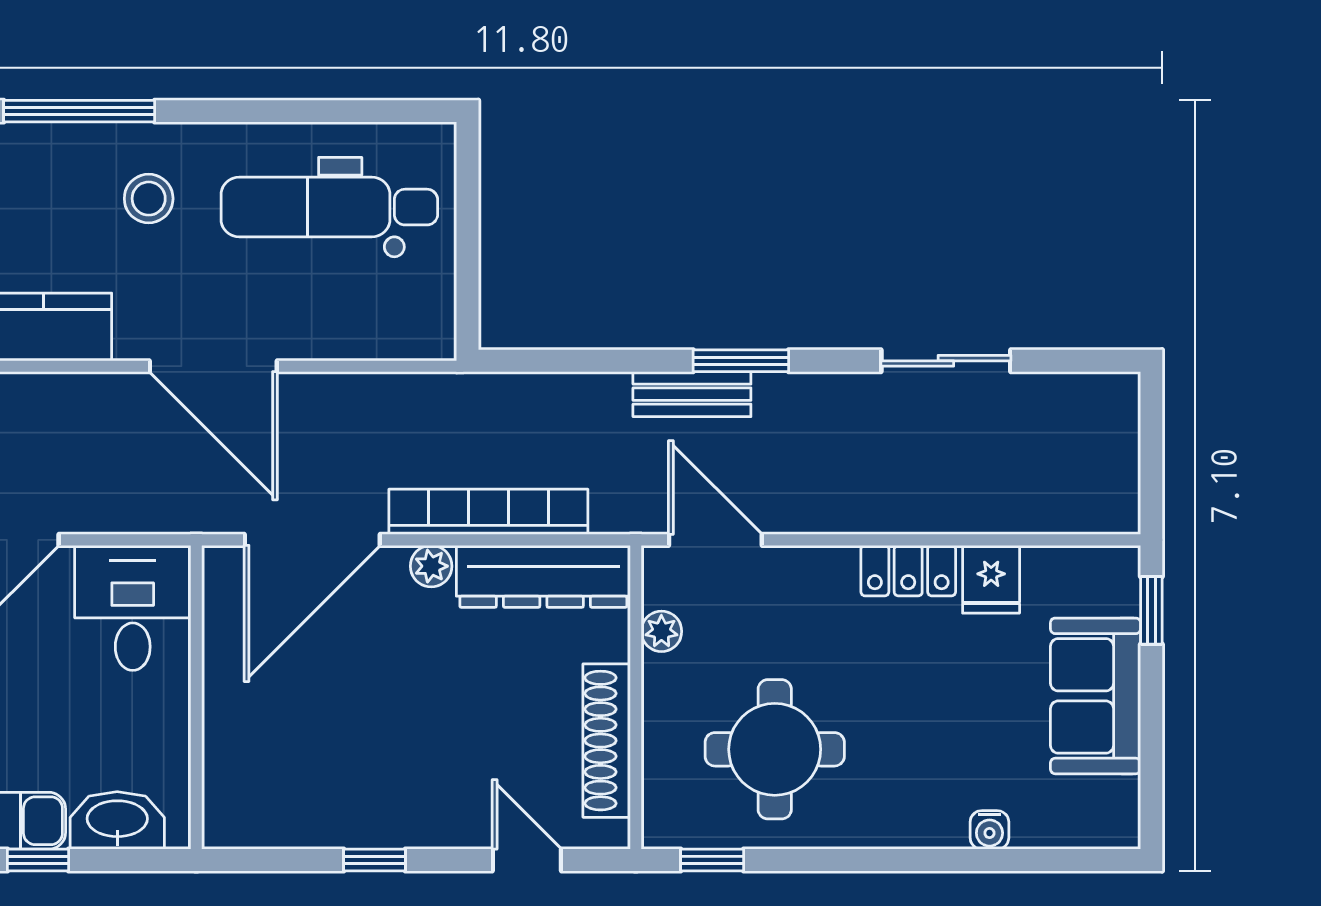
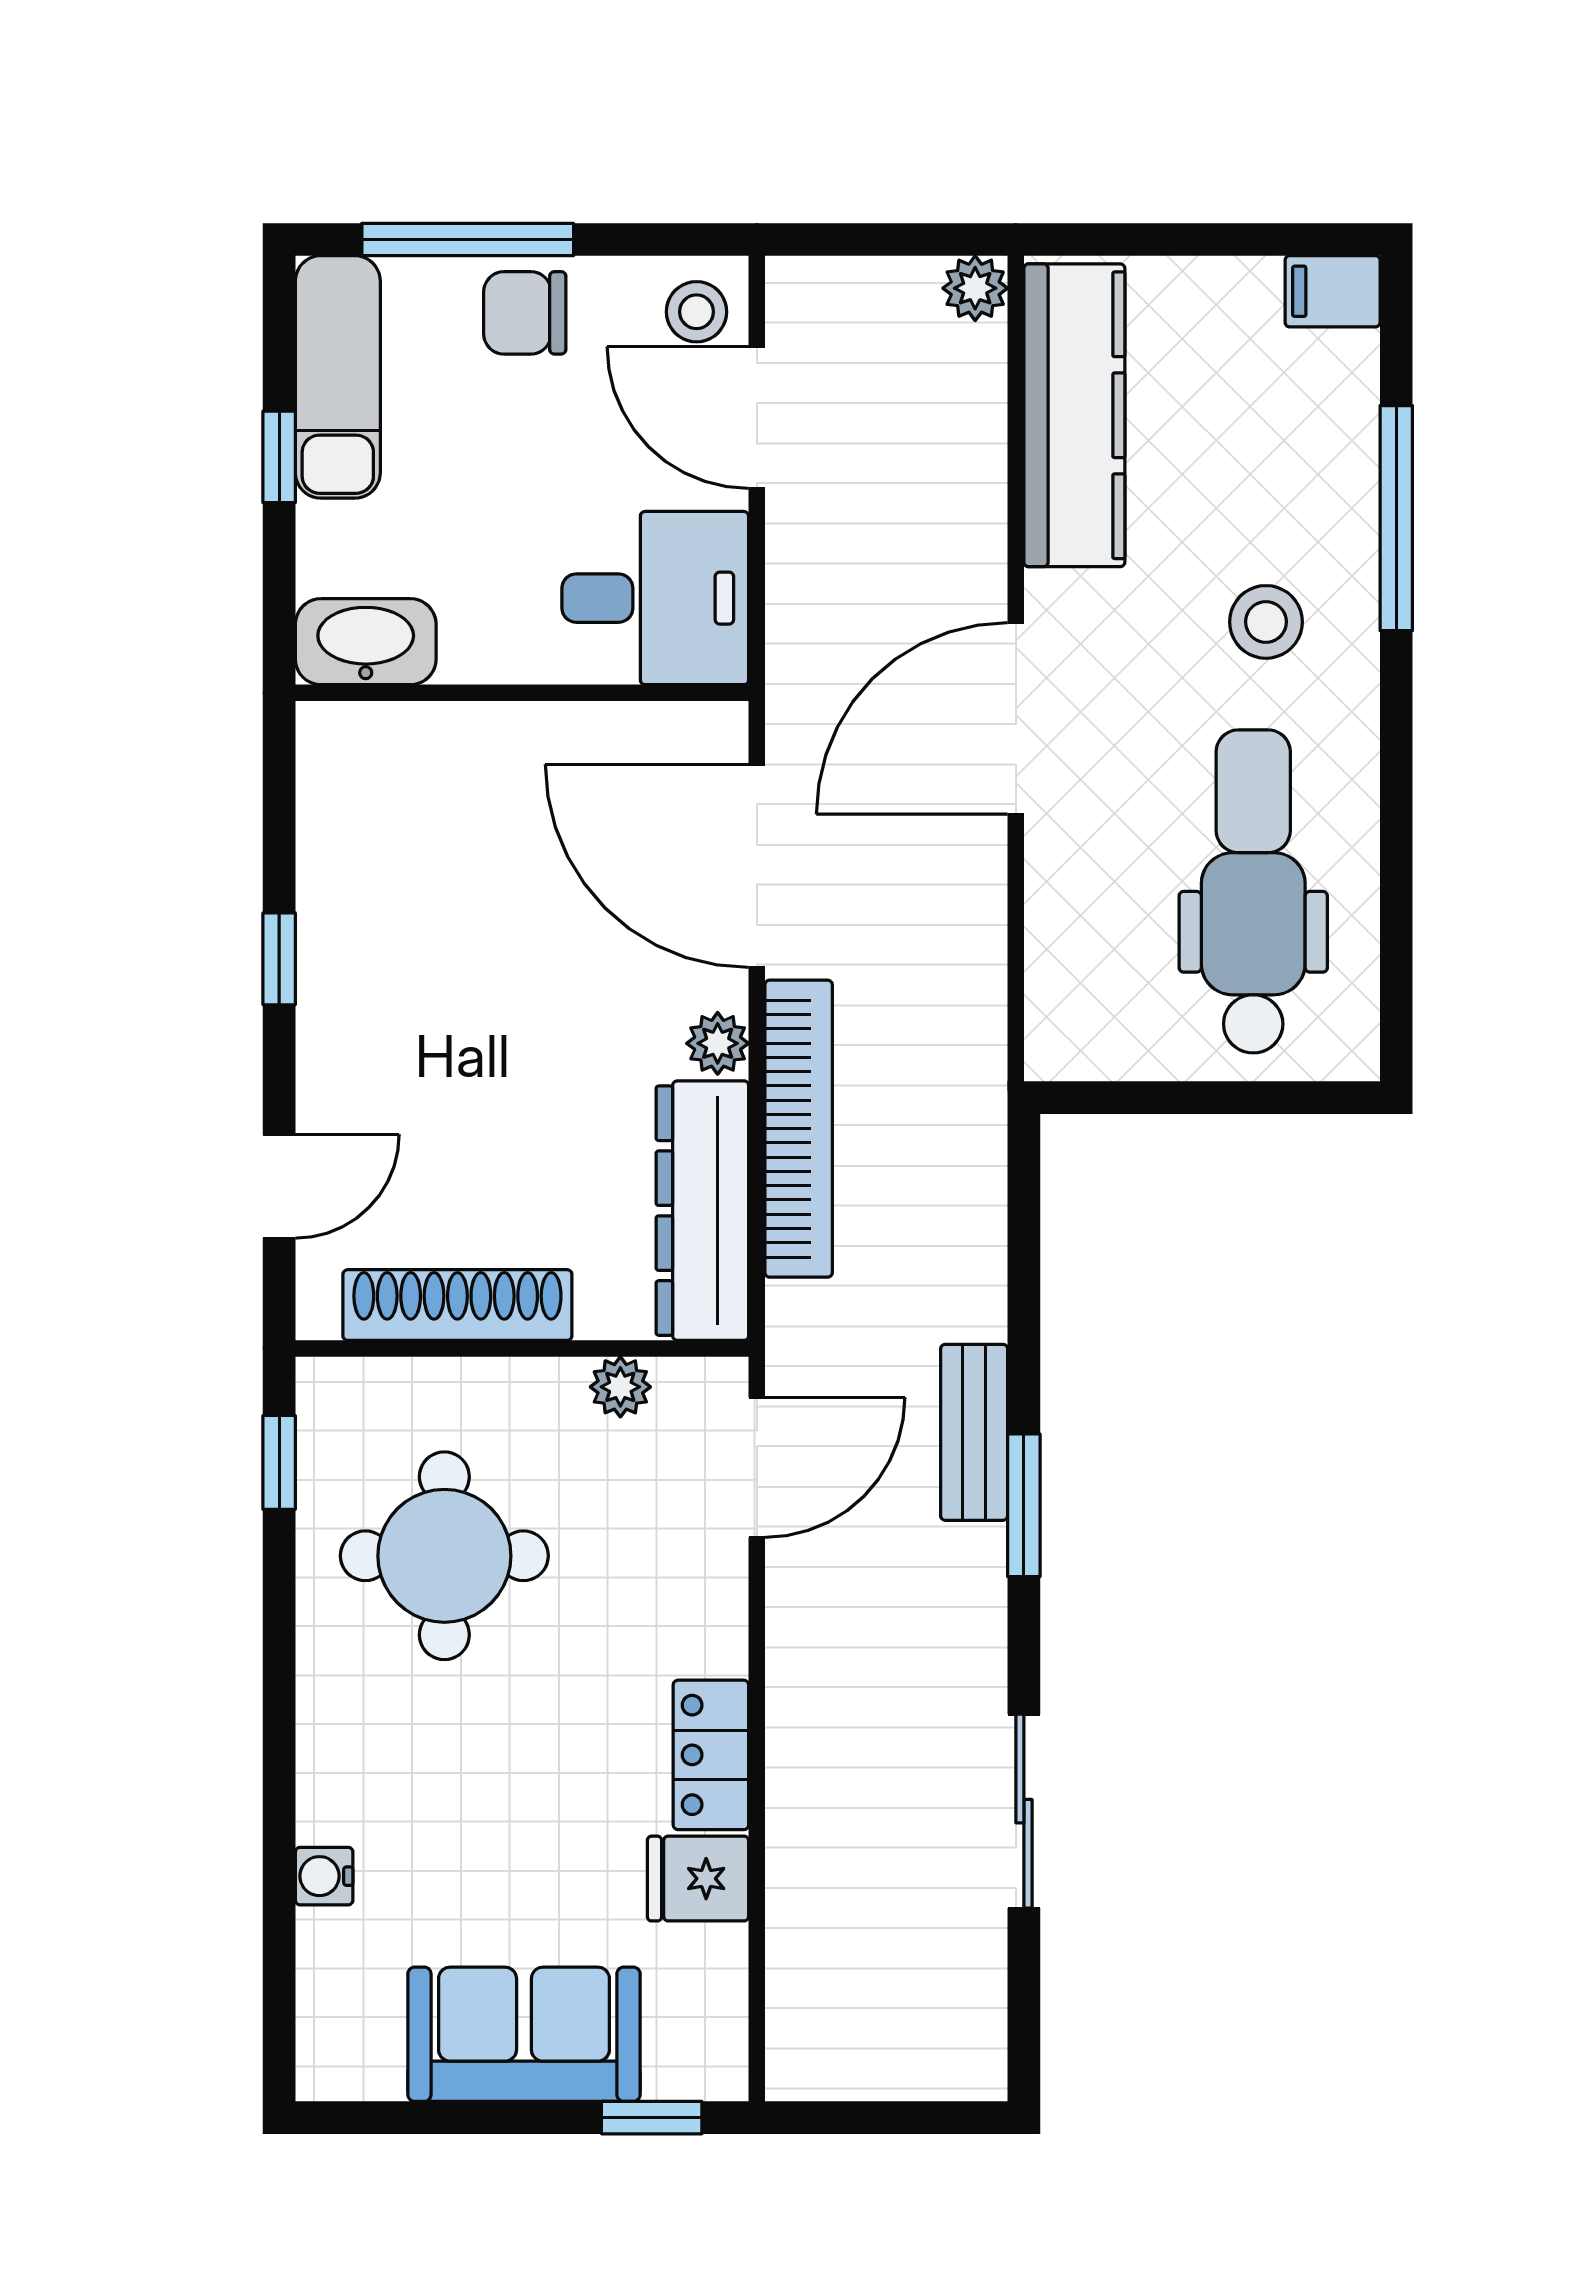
washbasin: (117, 820) -> (366, 642), moved, turned -90

